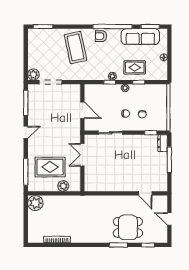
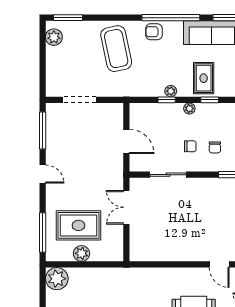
rug: (135, 67) -> (204, 78), turned 90
plant: (33, 74) -> (54, 37), moved
door: (26, 132) -> (43, 174), hinge flipped
plant: (63, 186) -> (82, 253), moved

